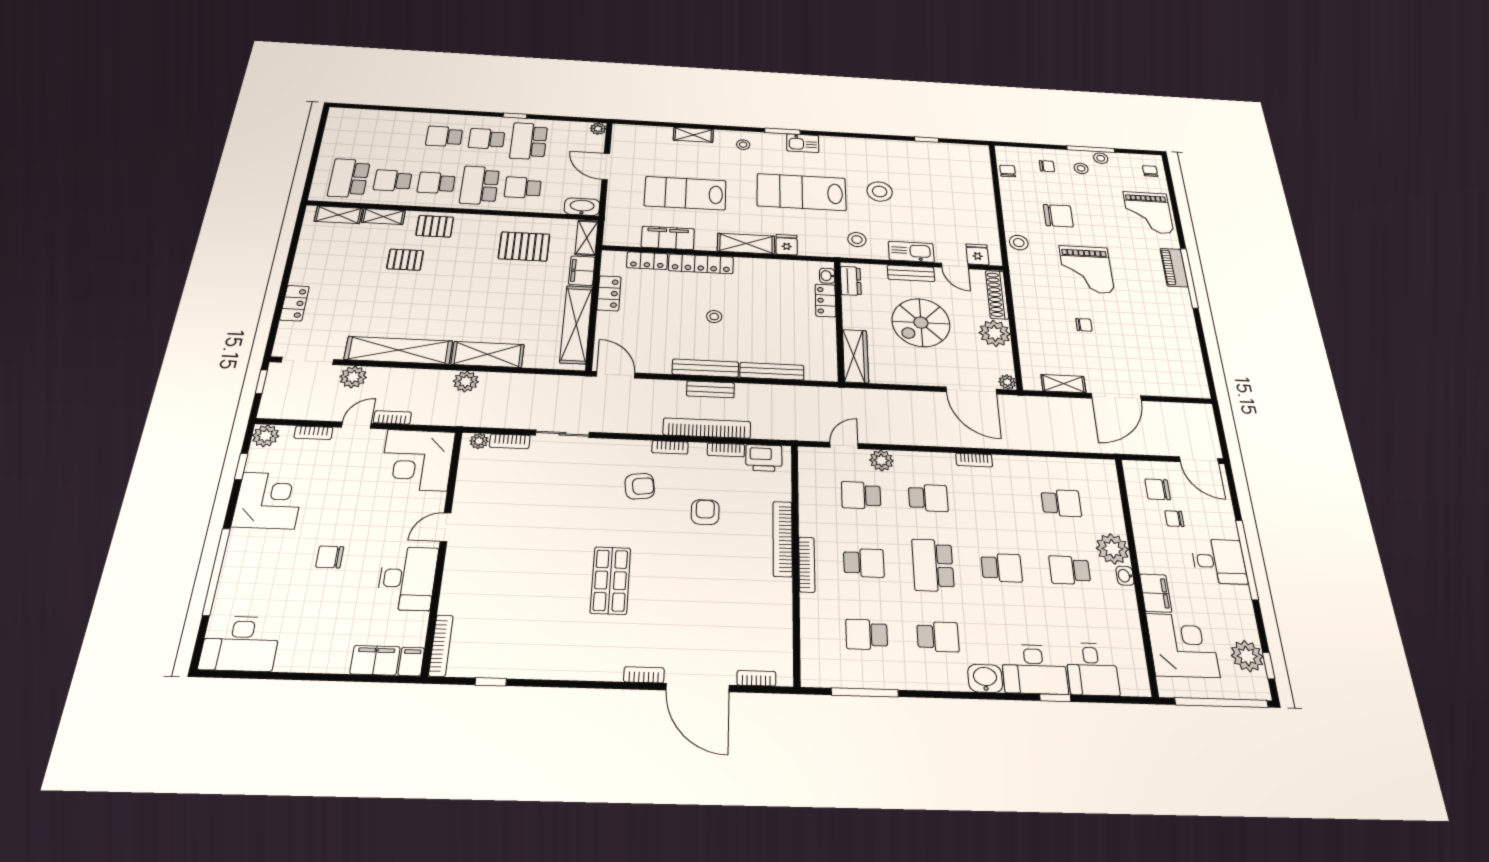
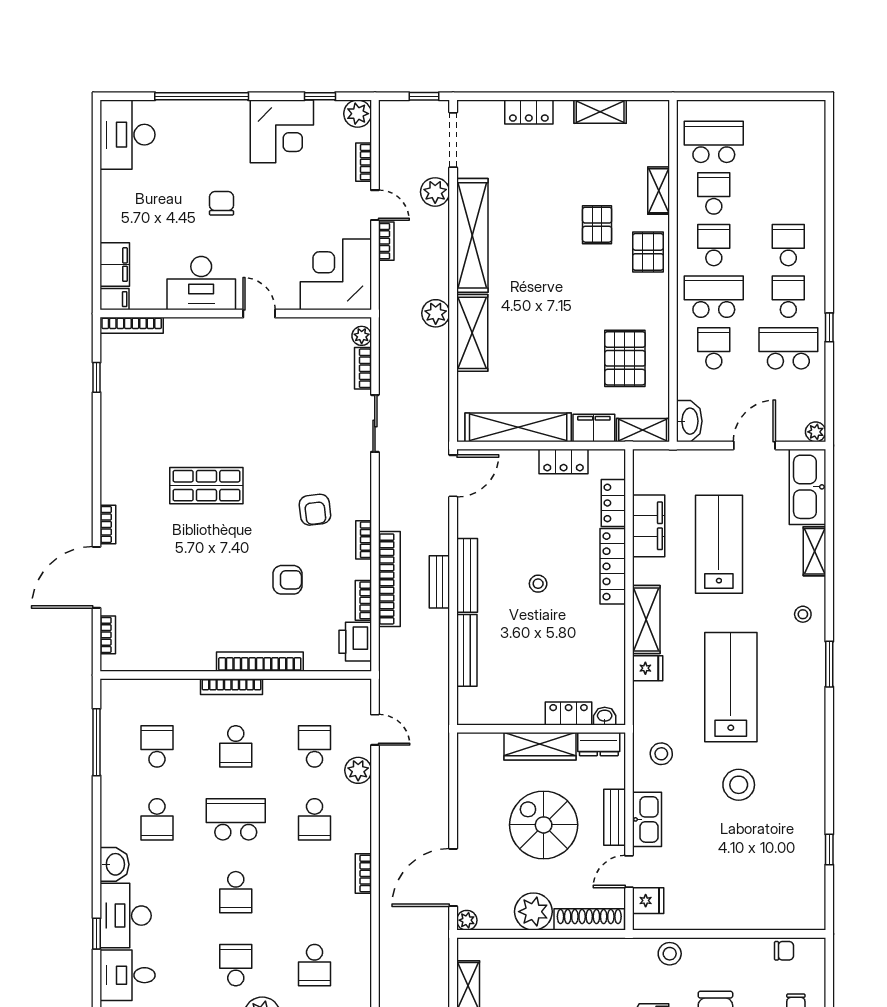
kitchen sink: (803, 143) -> (807, 487), moved, width x1.88, depth x1.24
shelving: (338, 215) -> (600, 112), moved, turned 90
wardrobe: (855, 356) -> (540, 746), moved

